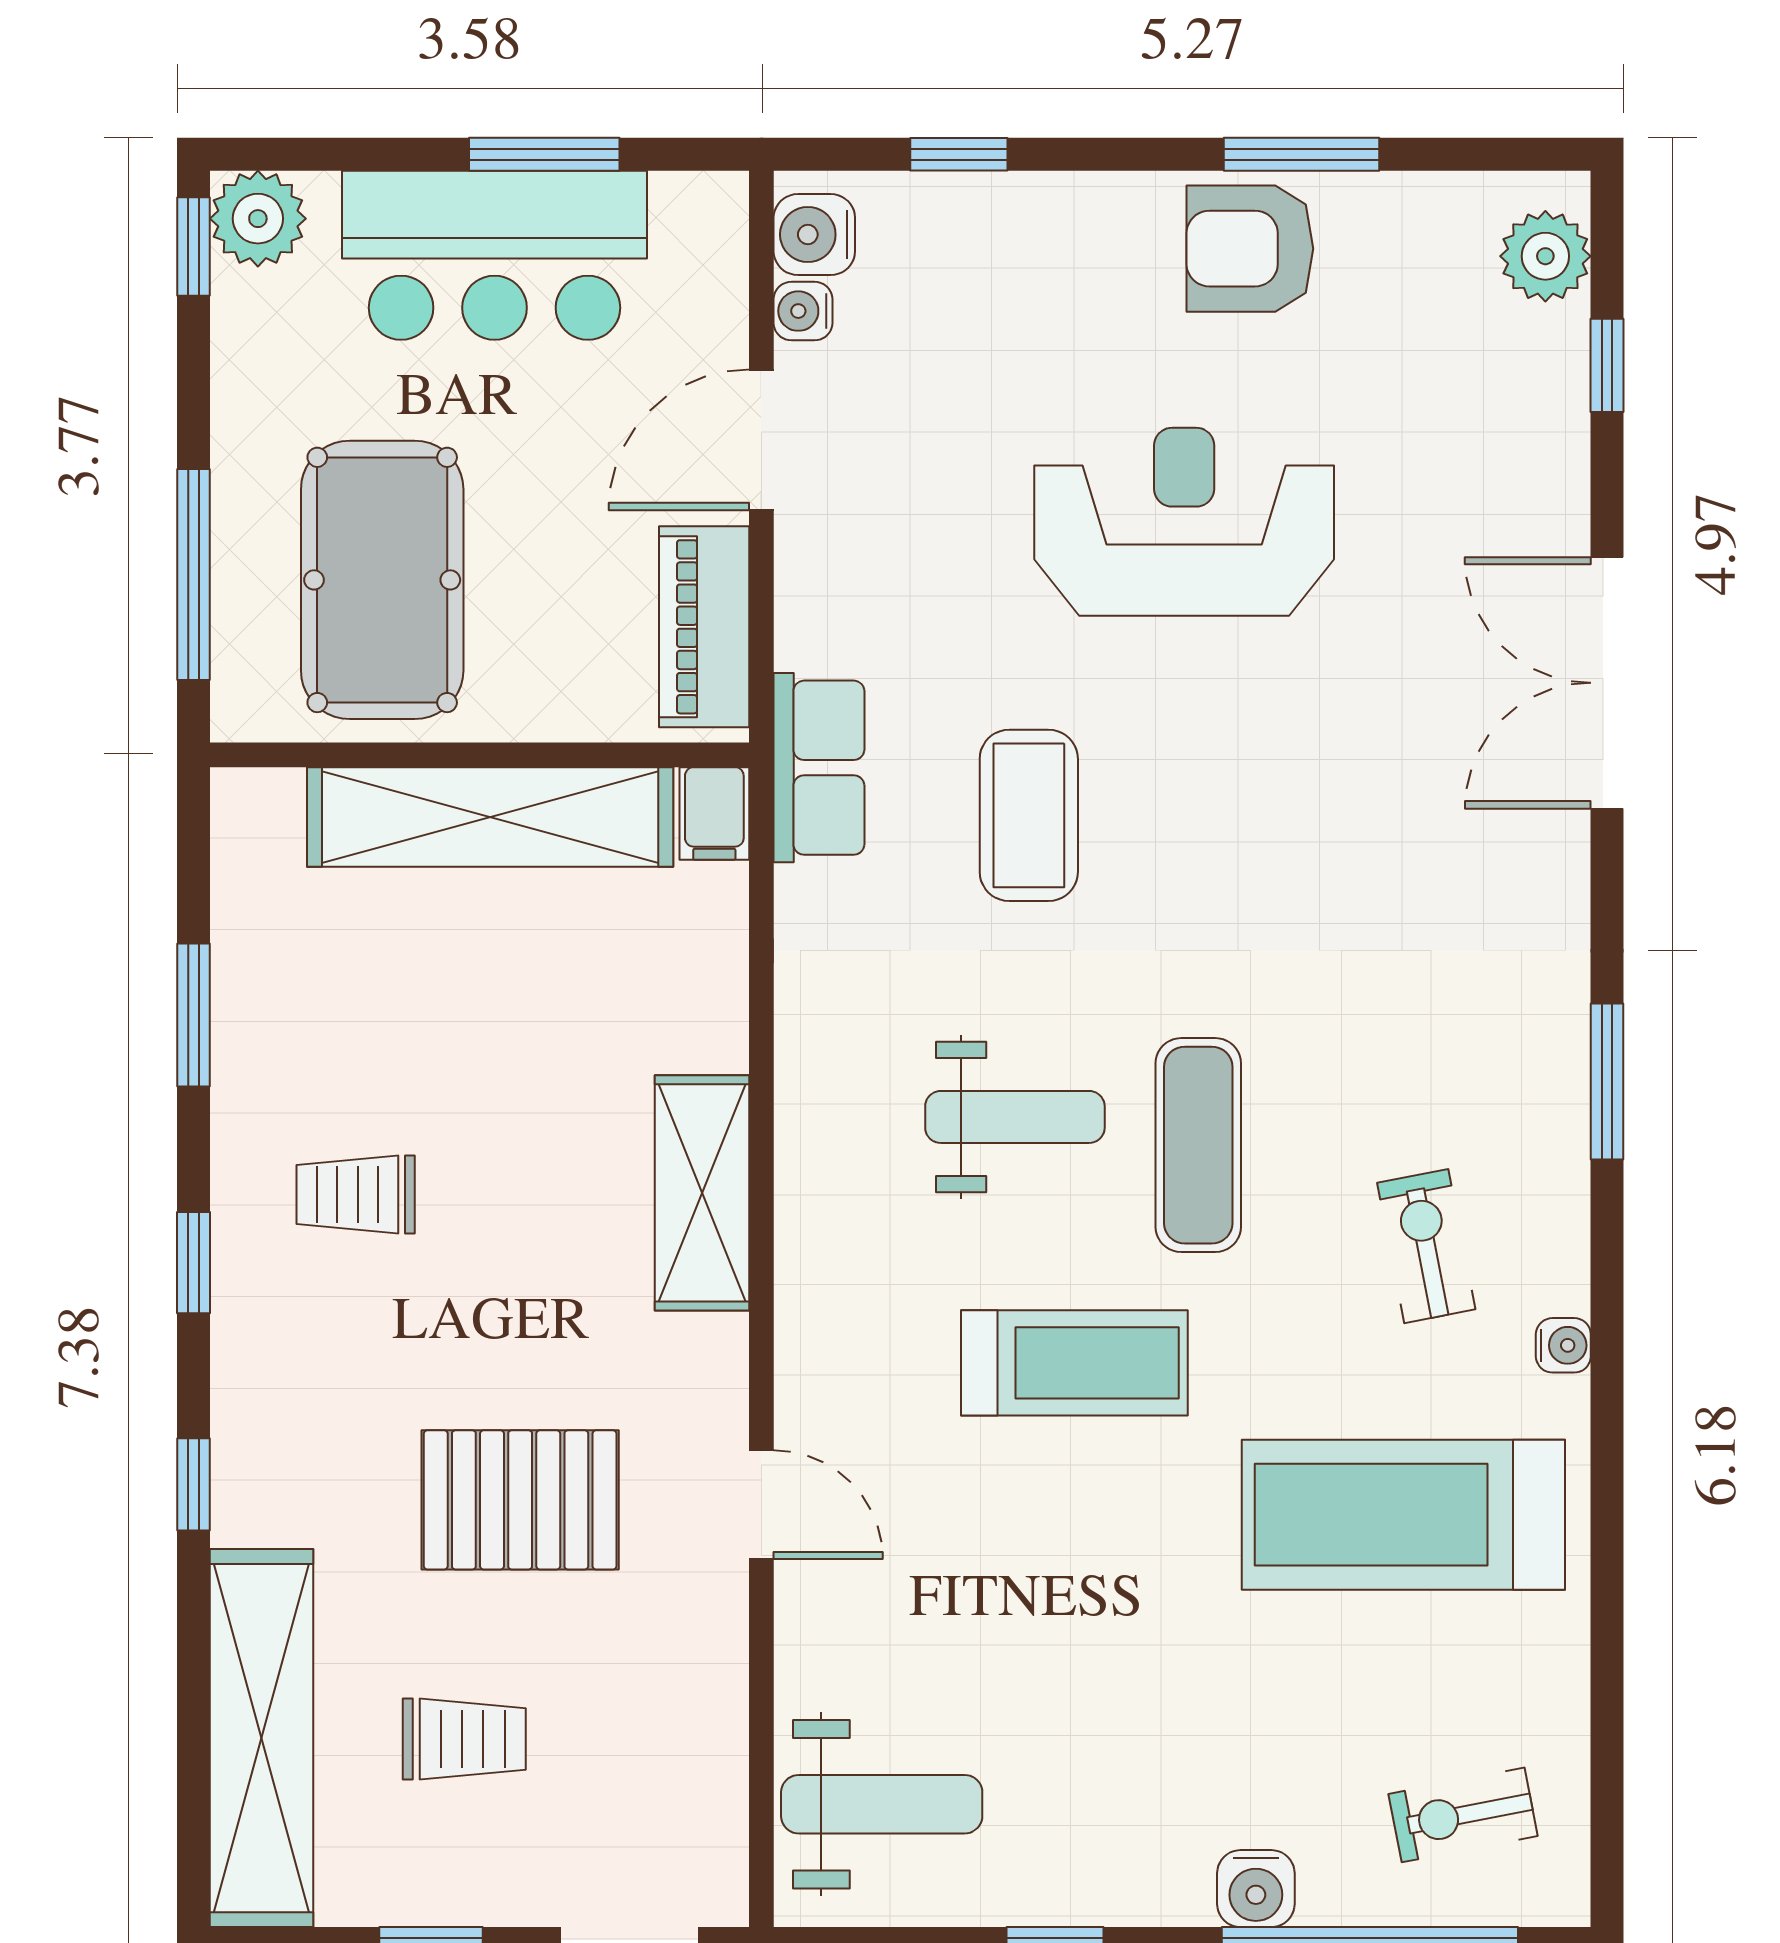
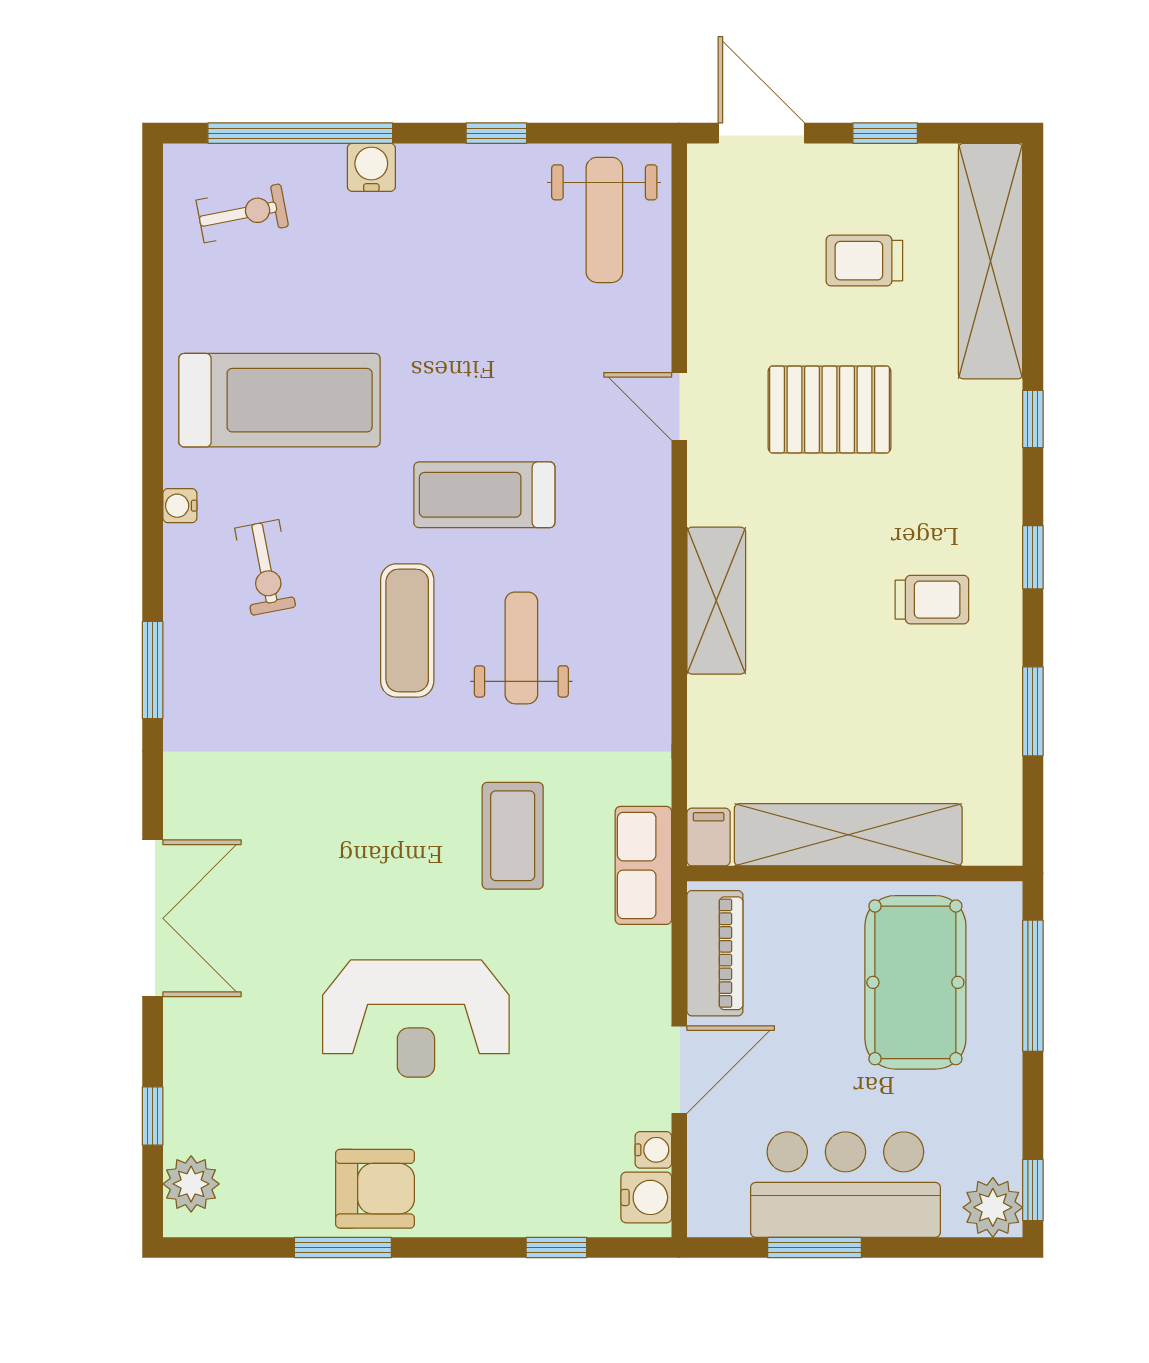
weight bench: (1015, 1117) -> (521, 648), turned 90
weight bench: (882, 1804) -> (604, 220), turned -90

